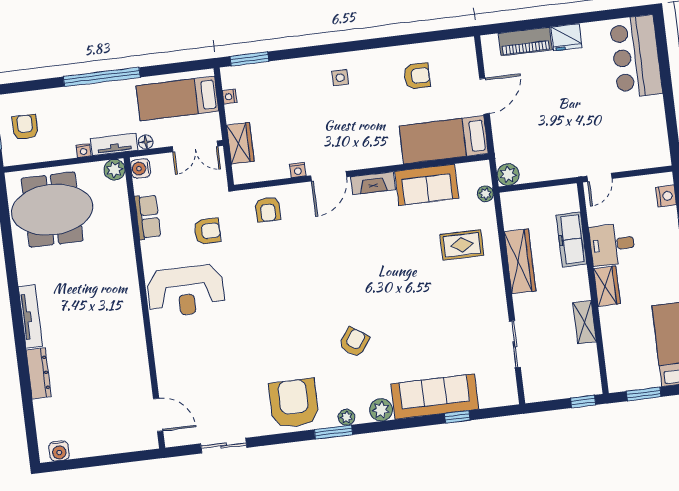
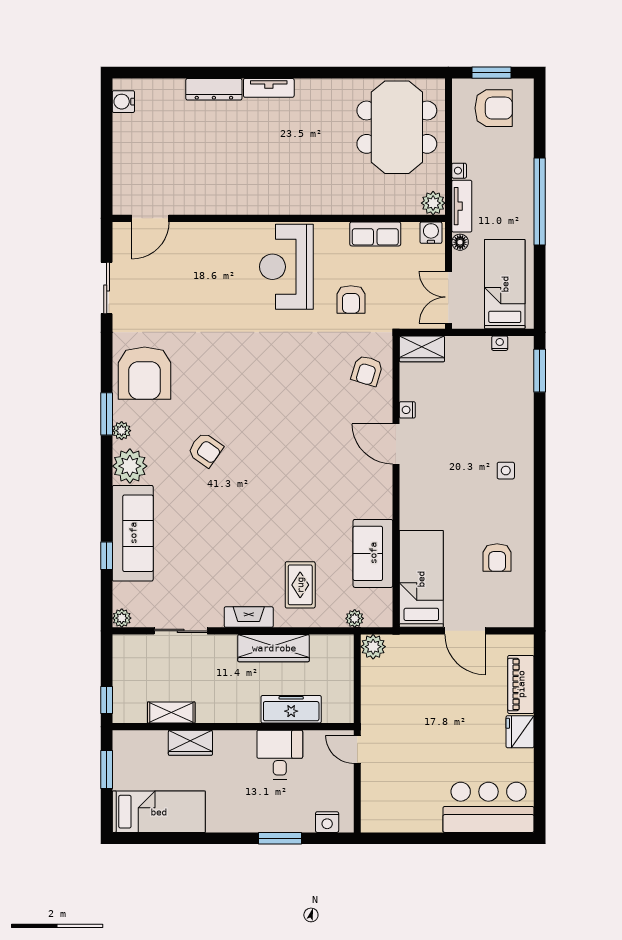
armchair: (25, 127) -> (494, 108), width x1.38, depth x1.38
wardrobe: (240, 143) -> (422, 349), moved
fireplace: (373, 183) -> (249, 617), moved, turned 90
armchair: (268, 209) -> (367, 371), turned -73
wardrobe: (607, 286) -> (190, 743), moved
tv unit: (30, 316) -> (269, 88), width x0.71
shelving: (585, 322) -> (171, 713), moved
plant: (510, 397) -> (122, 618), added
armchair: (294, 403) -> (145, 373), turned 90
plant: (381, 410) -> (130, 466), width x1.36, depth x1.36

